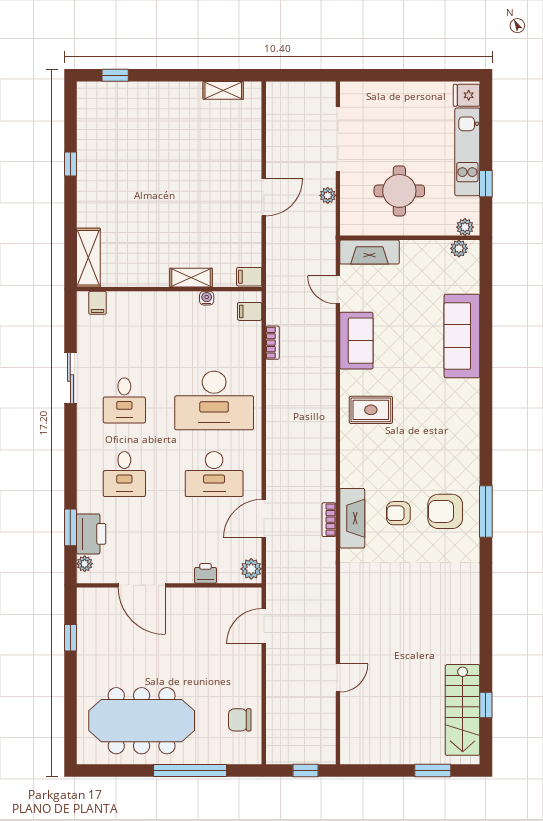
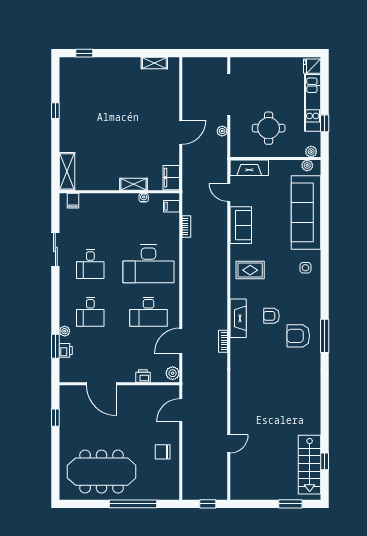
filing cabinet: (249, 277) -> (171, 178), width x2.00
sofa: (462, 336) -> (306, 212), width x1.36, depth x1.27
side table: (456, 406) -> (305, 268), added
armchair: (398, 513) -> (271, 316), moved
fireplace: (352, 518) -> (238, 318), moved
printer: (91, 534) -> (66, 350), width x0.53, depth x0.68
plant: (85, 564) -> (65, 331), moved
chair: (240, 720) -> (163, 452), moved

